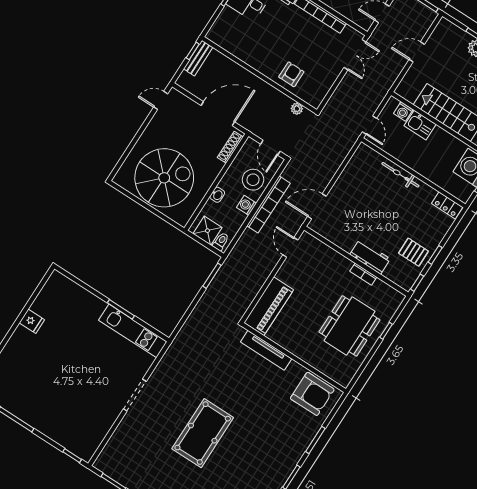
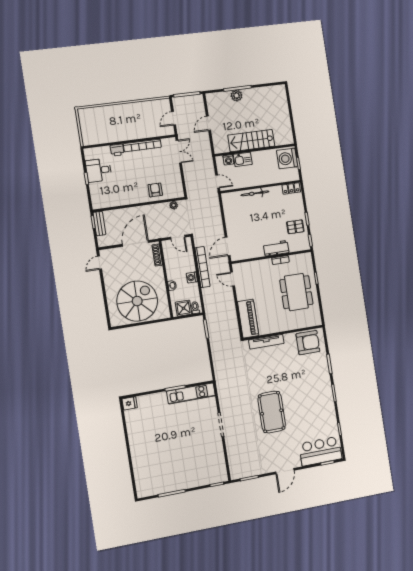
stool: (253, 180) -> (184, 261), removed
fridge: (32, 321) -> (130, 403), moved

